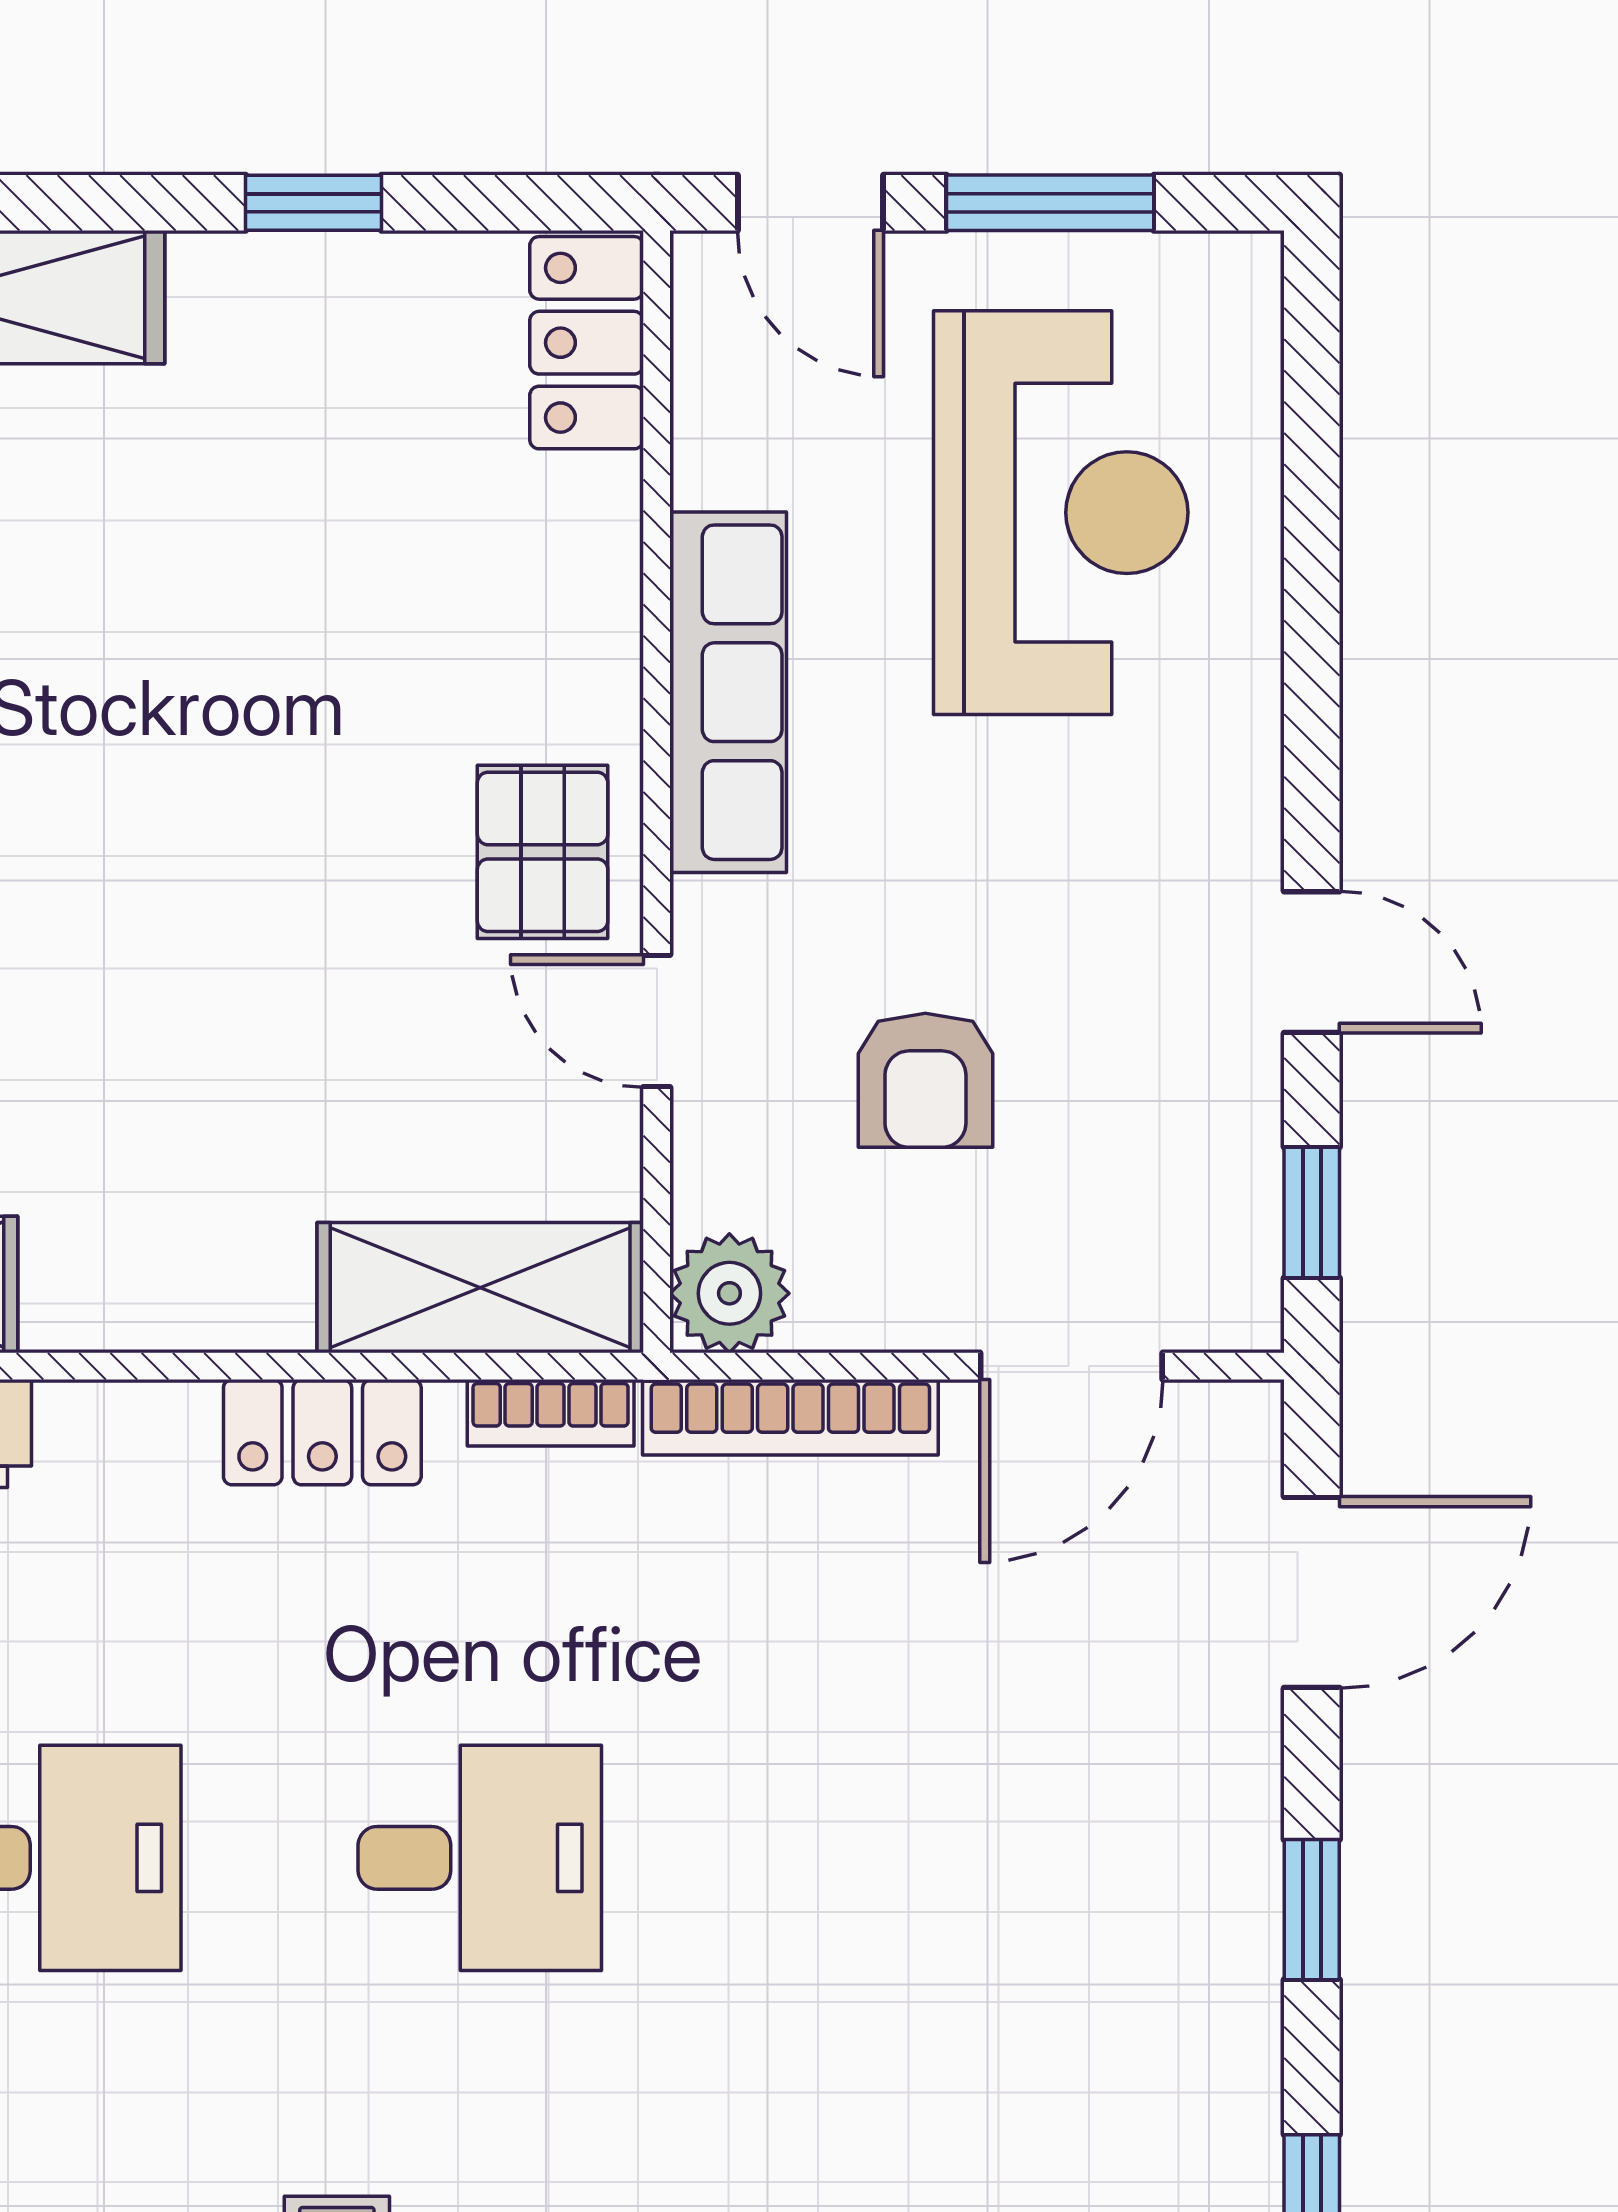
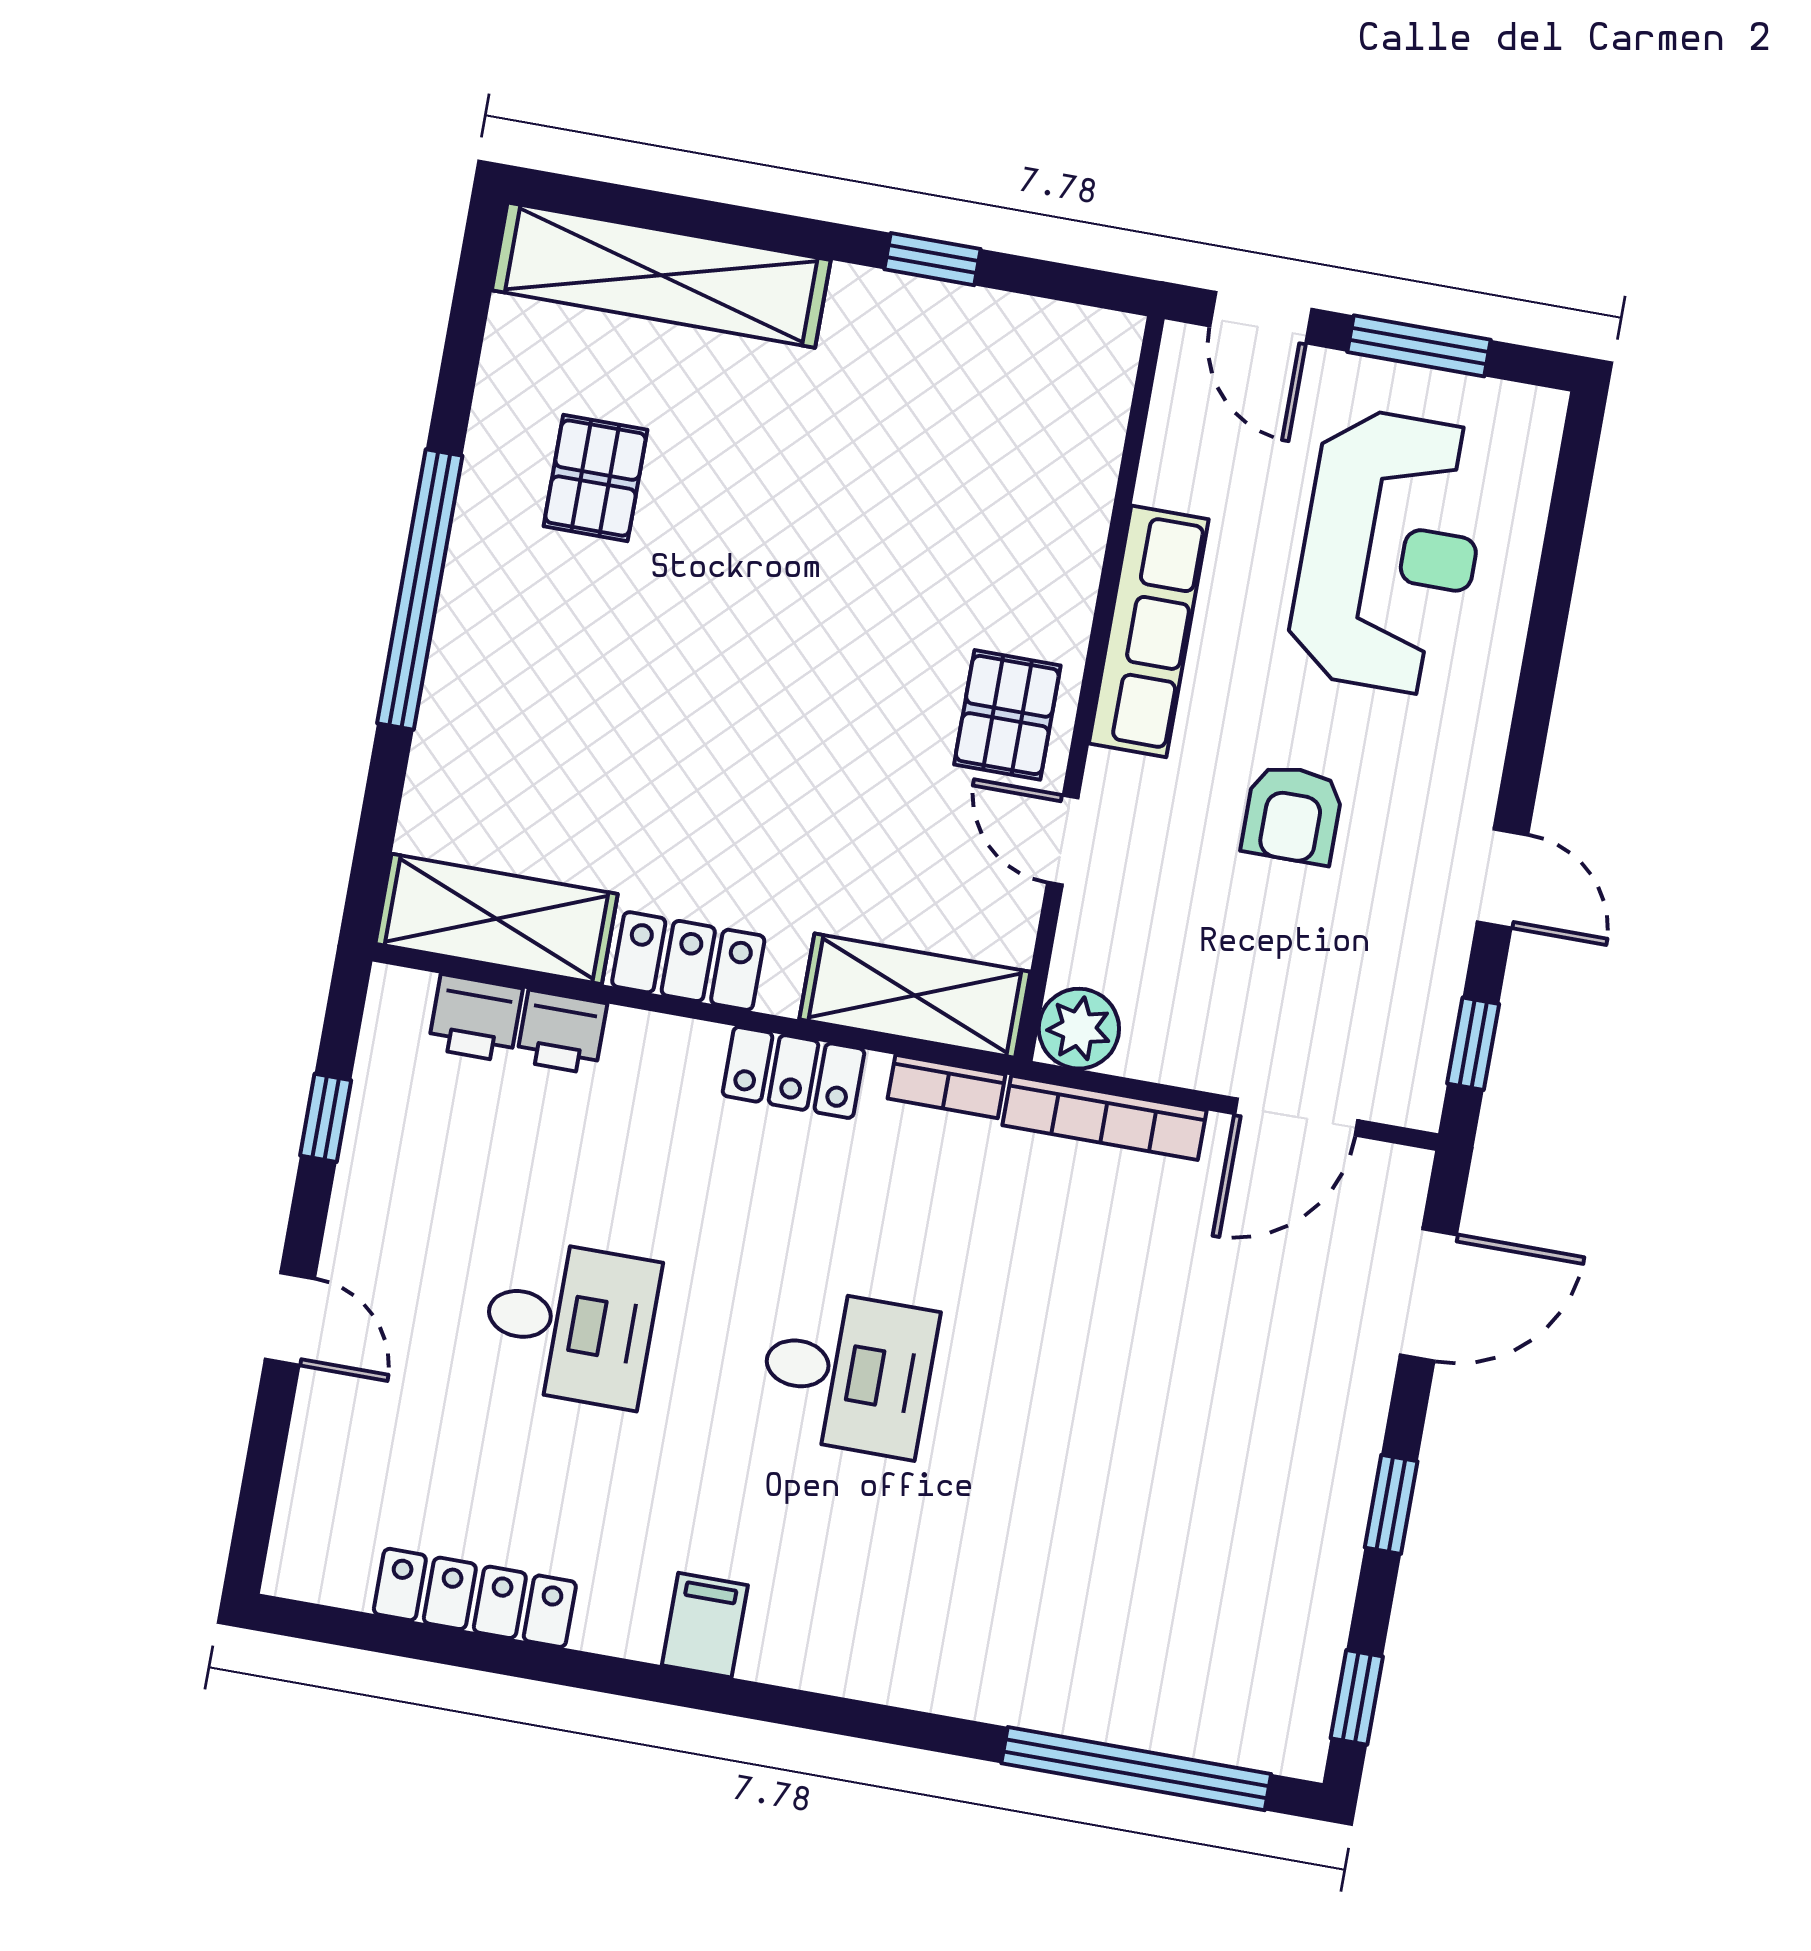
locker: (587, 343) -> (688, 961), moved, turned 90
armchair: (925, 1080) -> (1292, 814), moved

